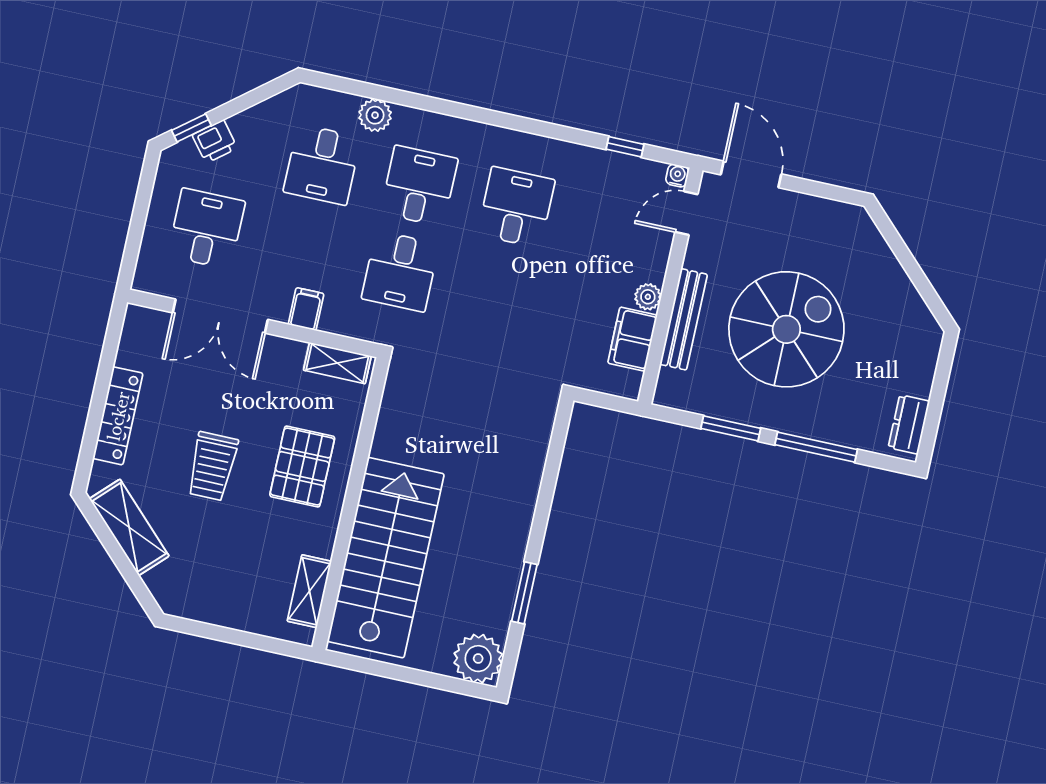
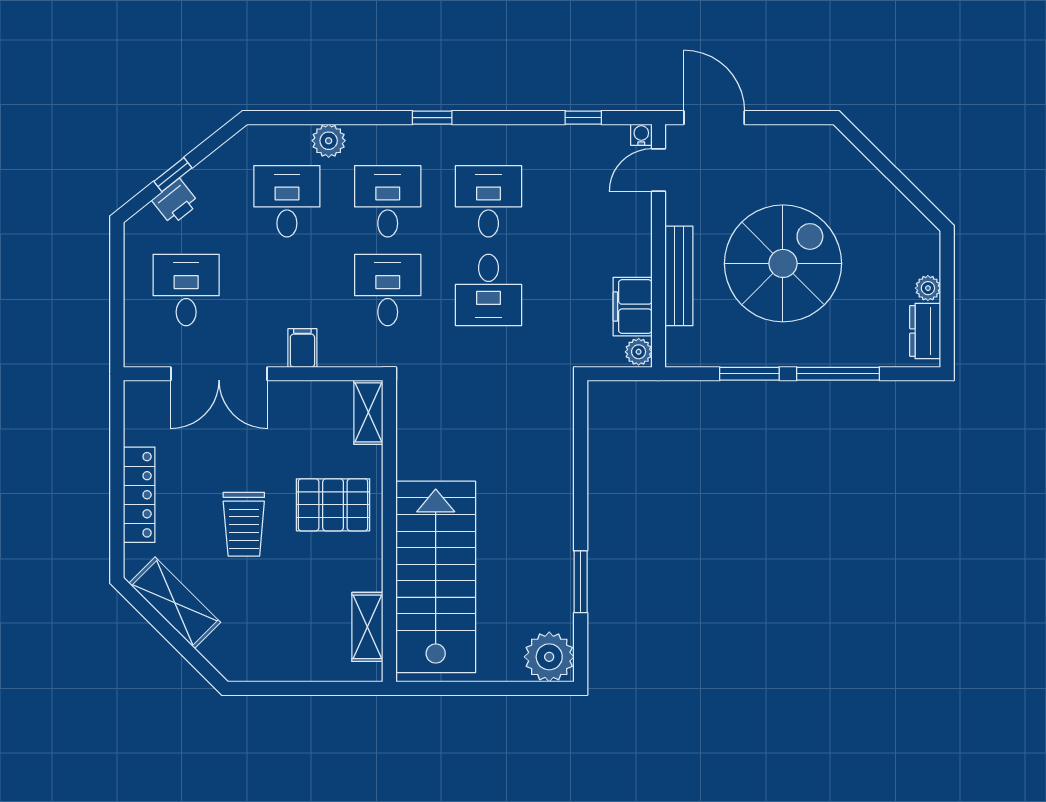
window: (480, 115) -> (432, 118), added
window: (191, 128) -> (173, 175), moved
desk: (322, 165) -> (287, 201), turned 180
desk: (400, 271) -> (388, 290), turned 180
desk: (497, 293) -> (488, 290), added
plant: (648, 297) -> (639, 352), moved
shelving: (337, 363) -> (368, 412), moved, turned 90
plant: (921, 384) -> (928, 288), added
pallet: (302, 467) -> (333, 505), turned 90

